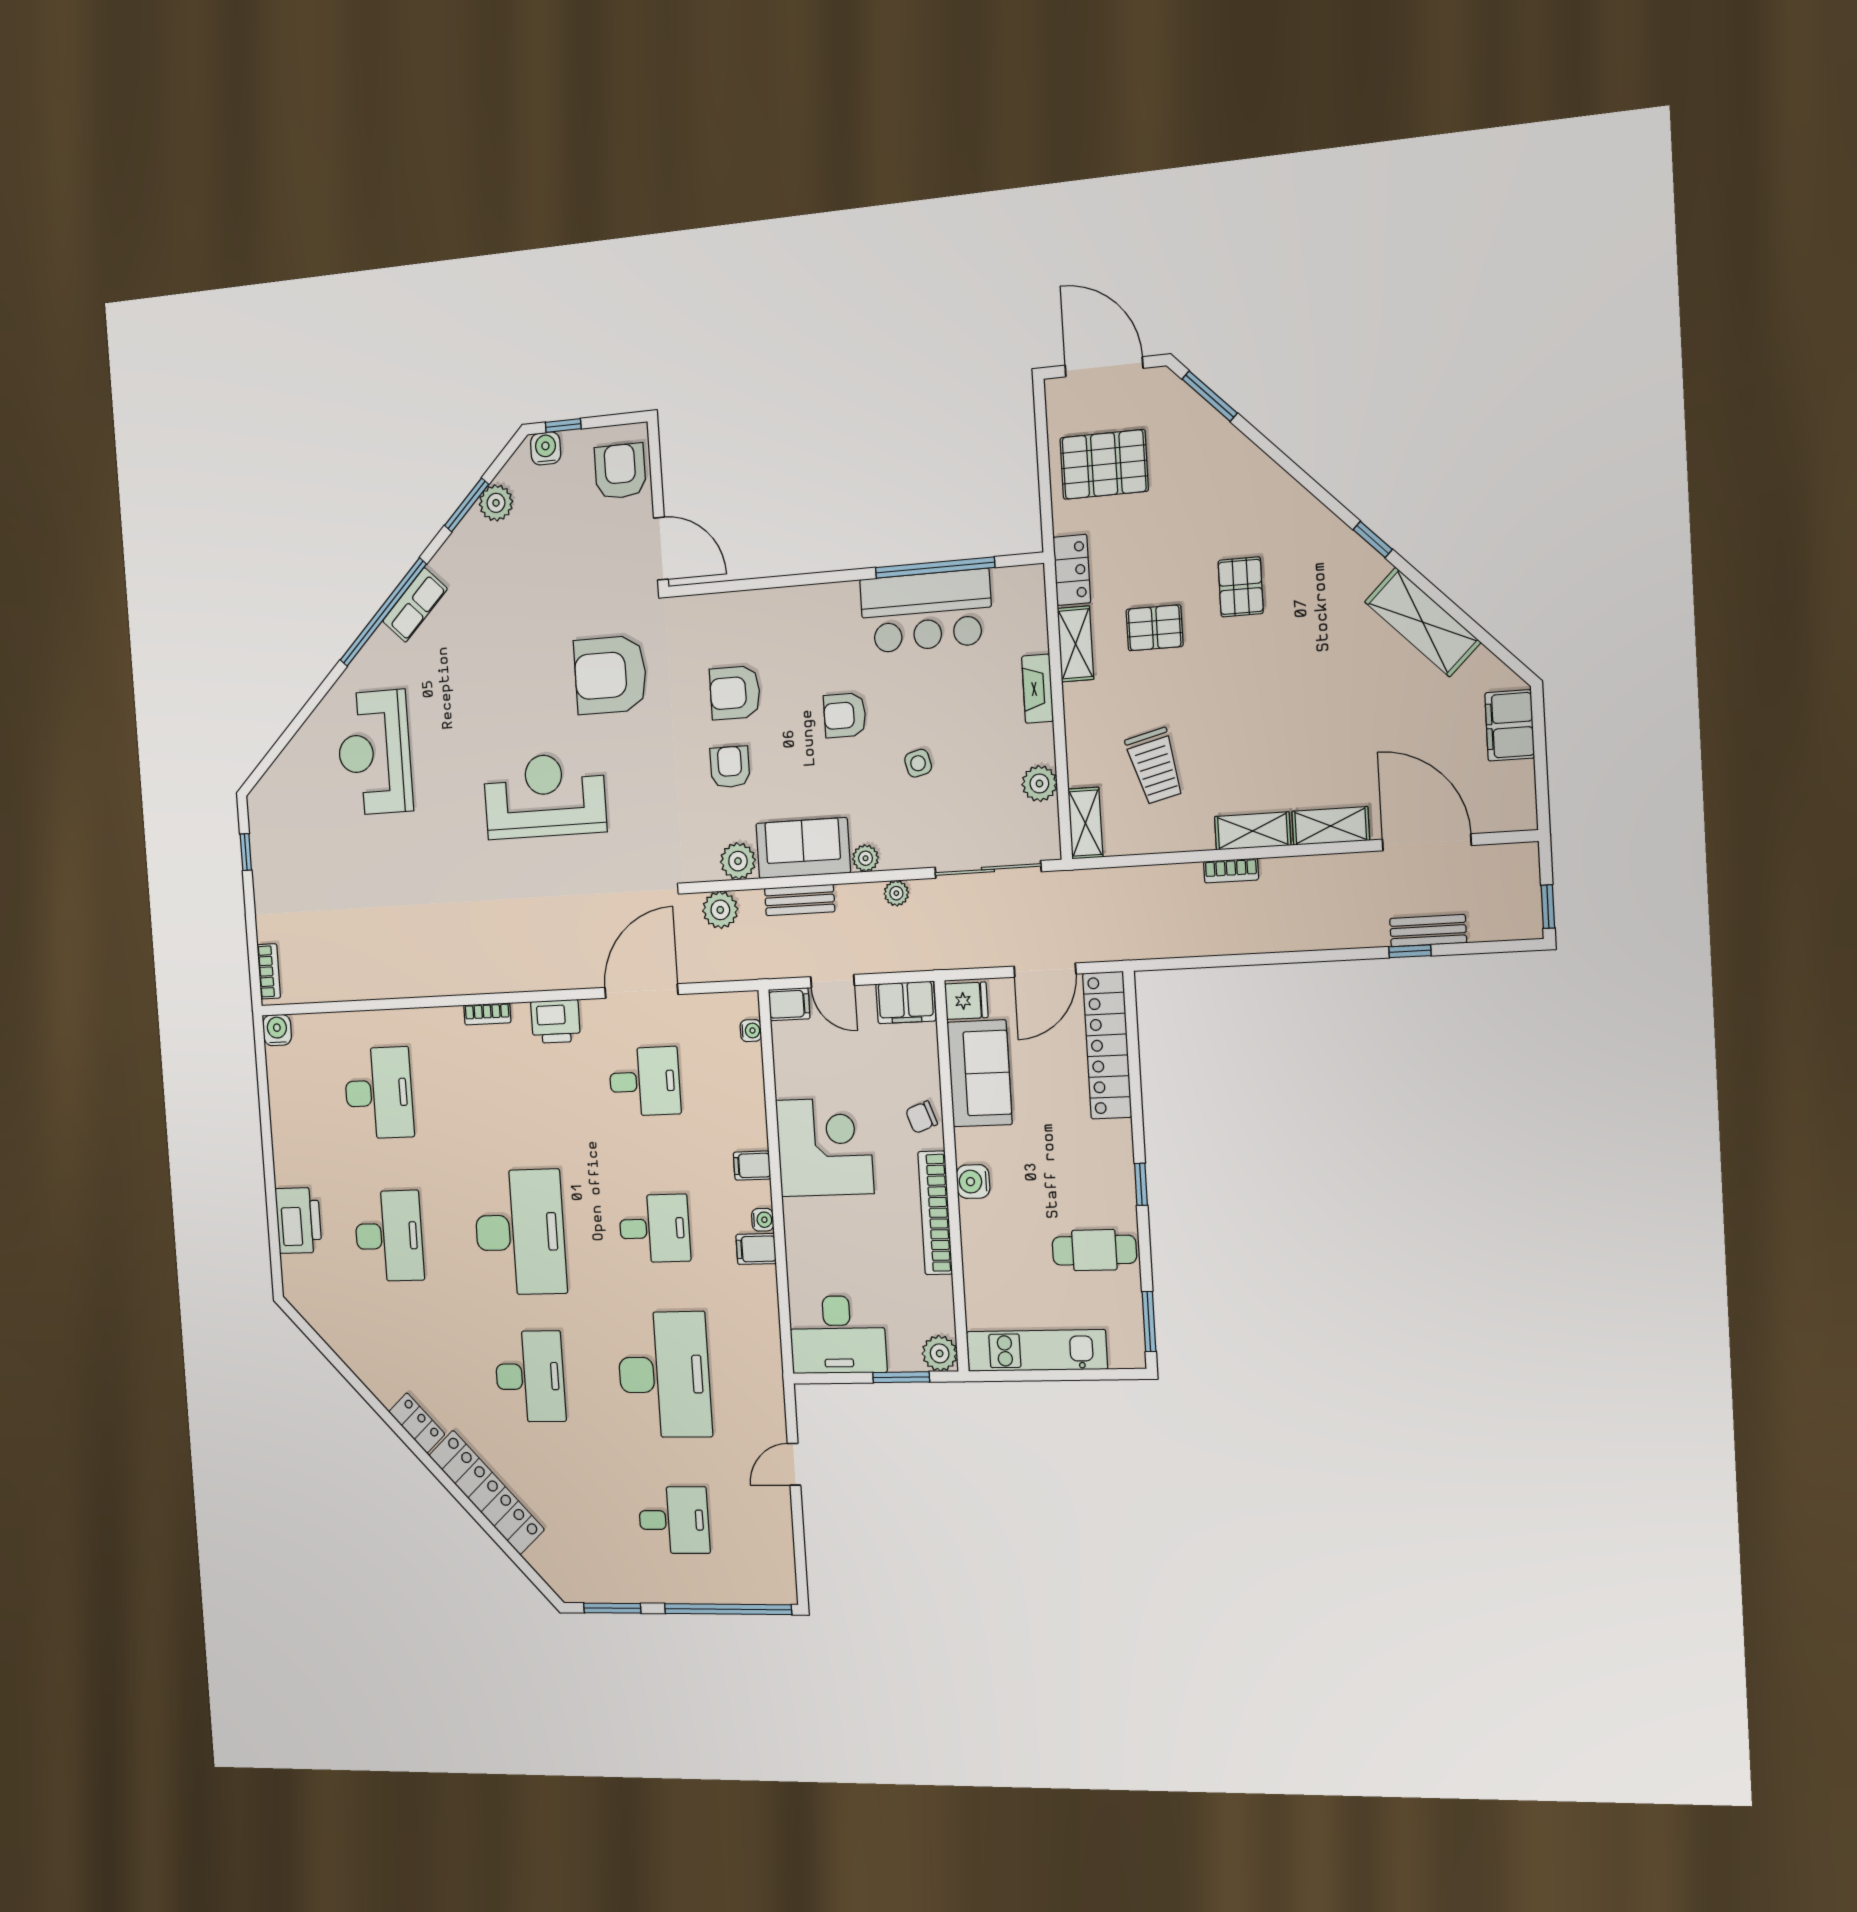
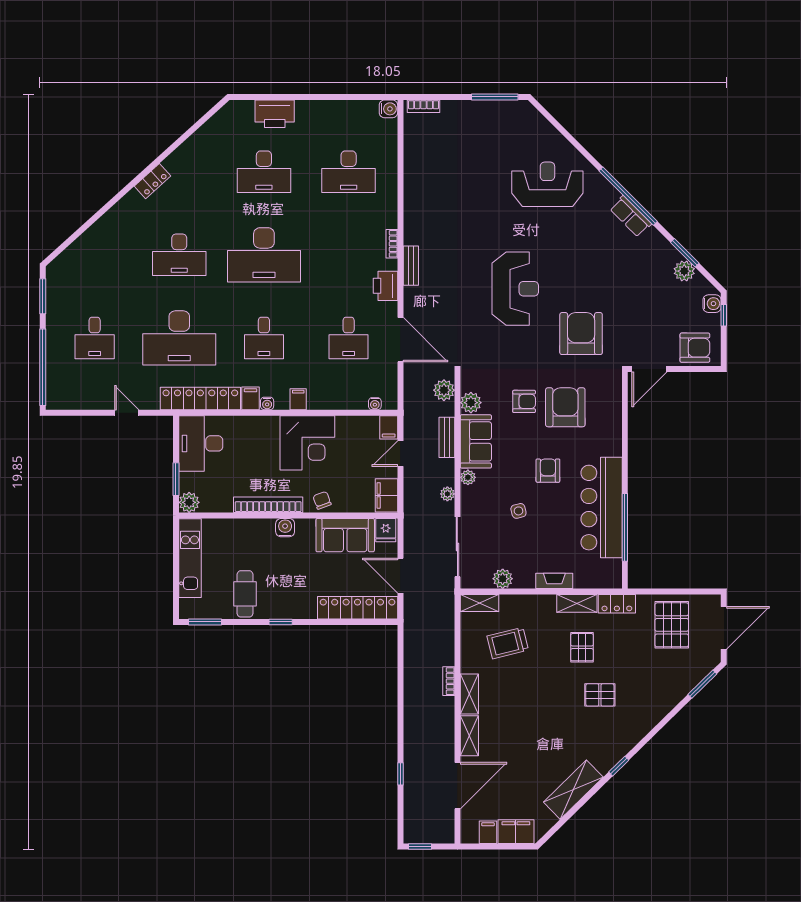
bar counter: (926, 611) -> (602, 508), width x1.36
armchair: (735, 693) -> (565, 407), width x1.36, depth x1.36
filing cabinet: (1513, 779) -> (488, 832), added
window: (246, 852) -> (495, 97), width x2.17
bench: (1428, 931) -> (411, 266), moved
locker: (486, 1492) -> (200, 399), moved, turned -138

